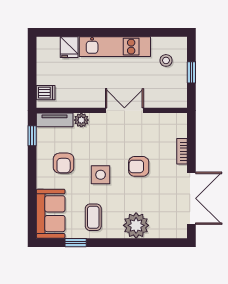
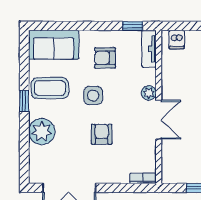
plant: (81, 120) -> (149, 93), moved
bookcase: (182, 151) -> (143, 178), moved
coffee table: (93, 217) -> (50, 88), width x1.36, depth x1.30
window: (76, 243) -> (24, 101), moved

